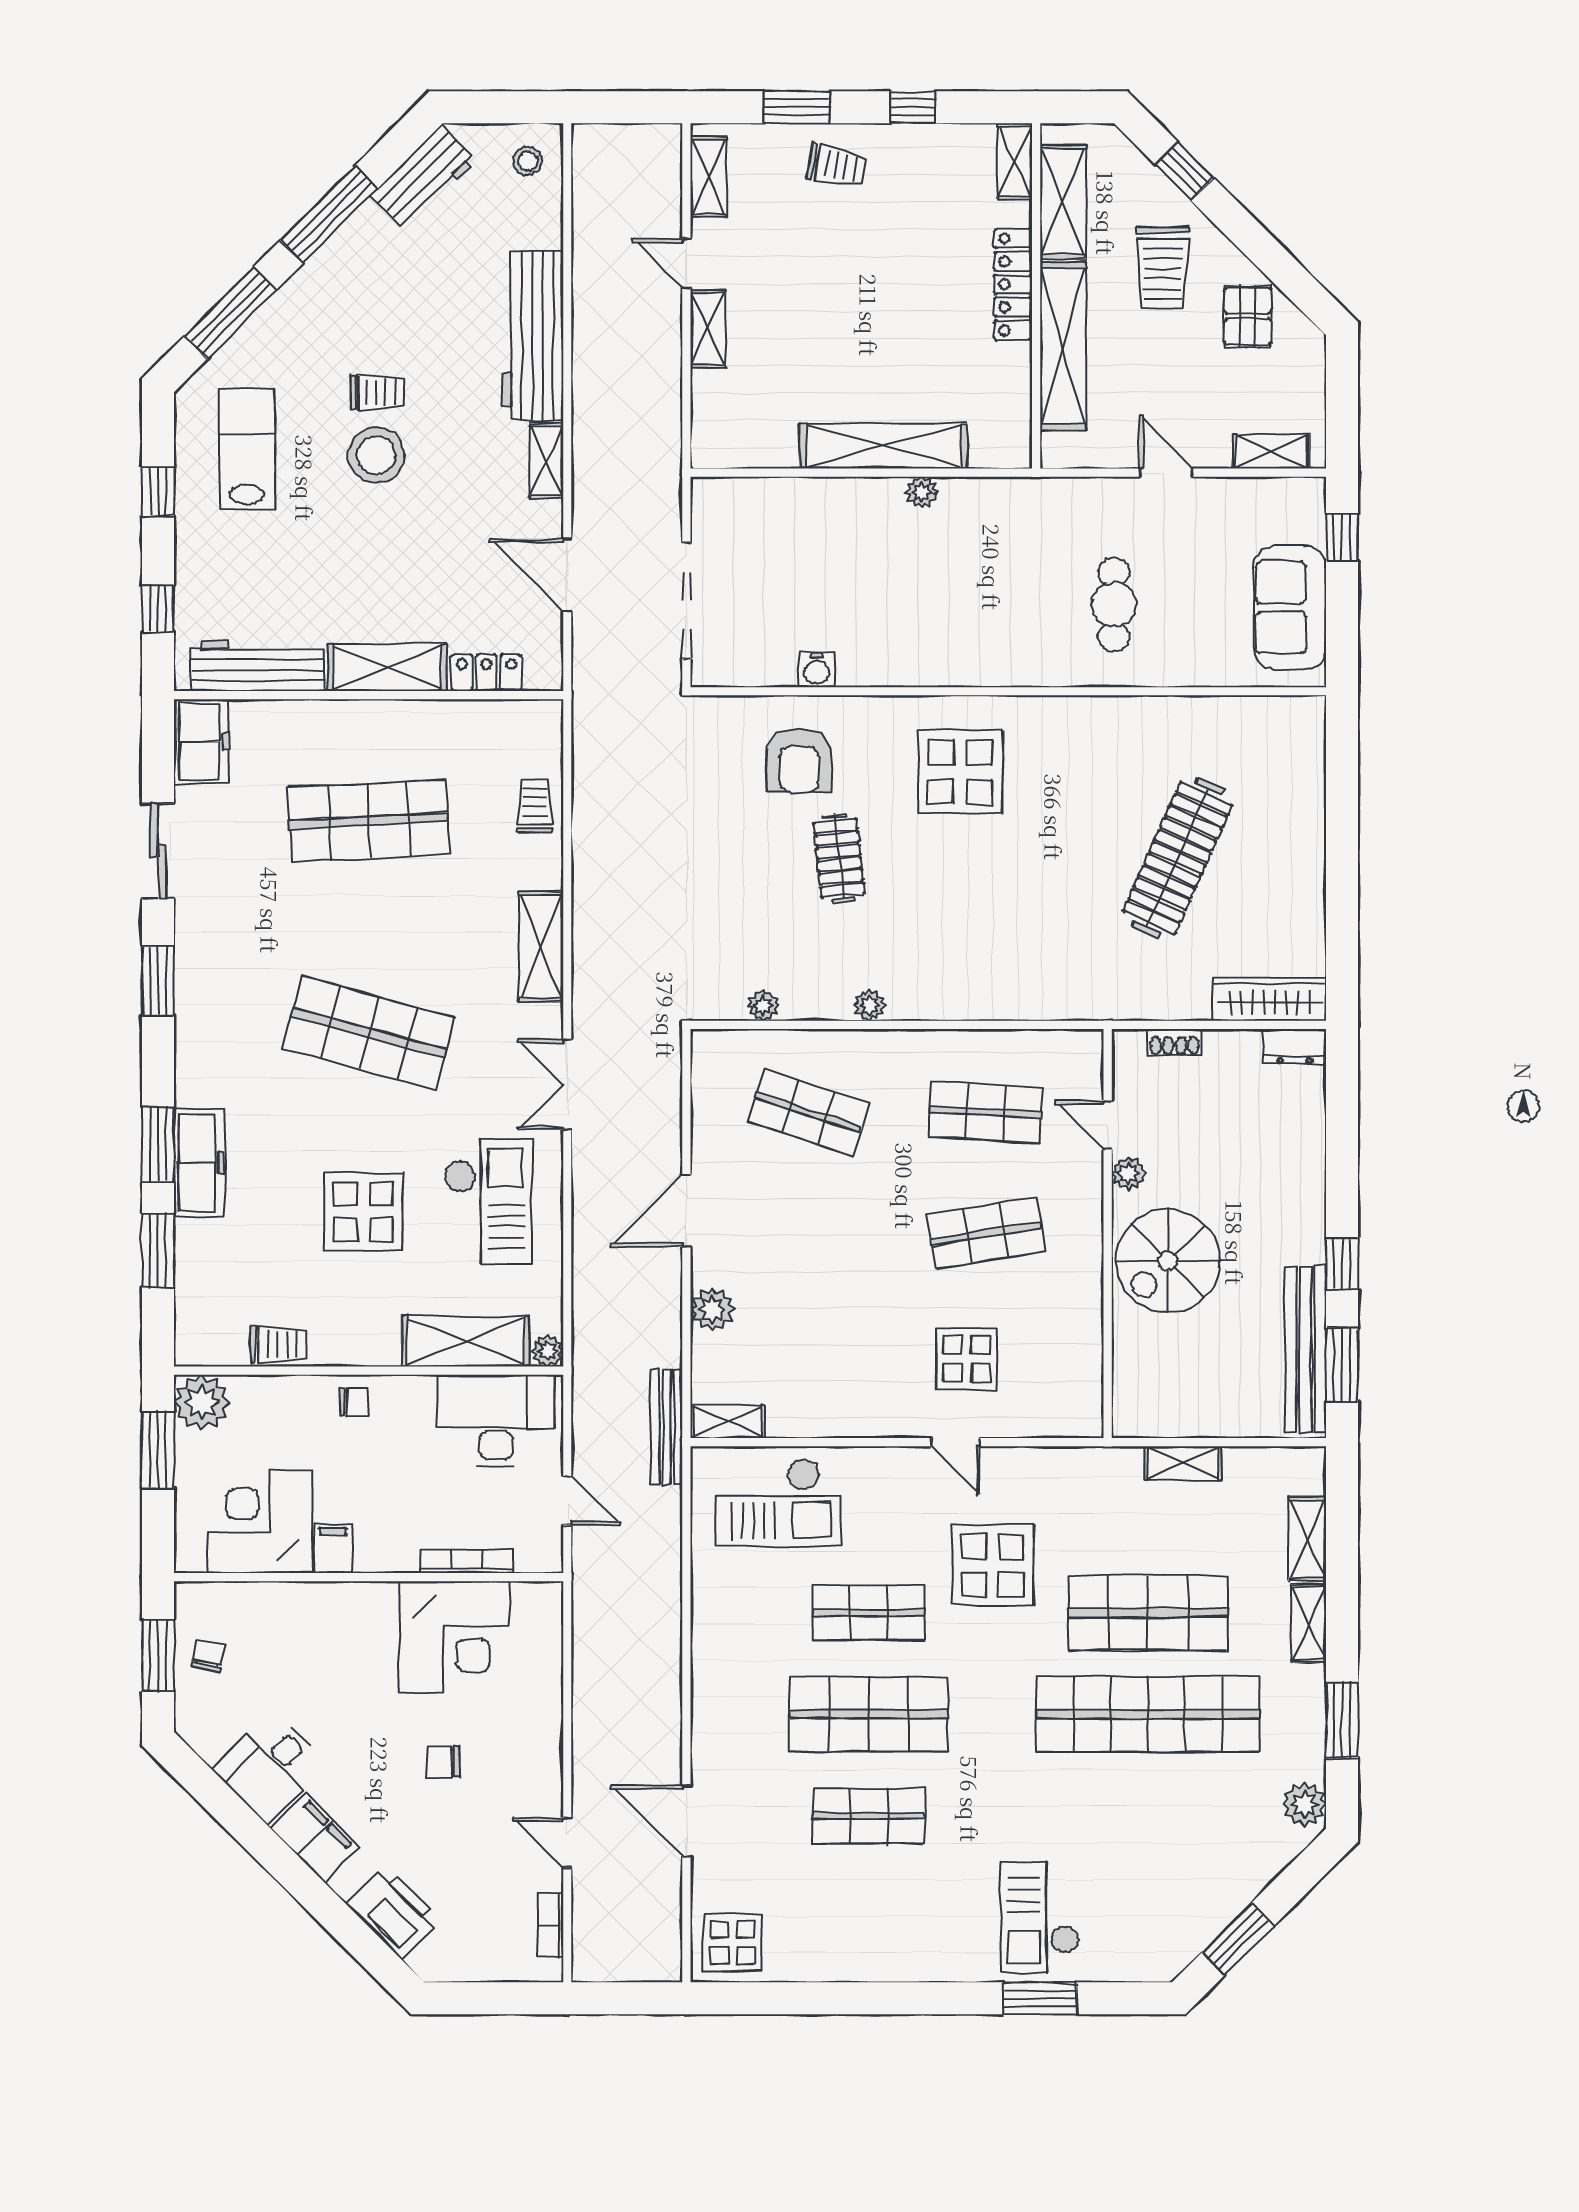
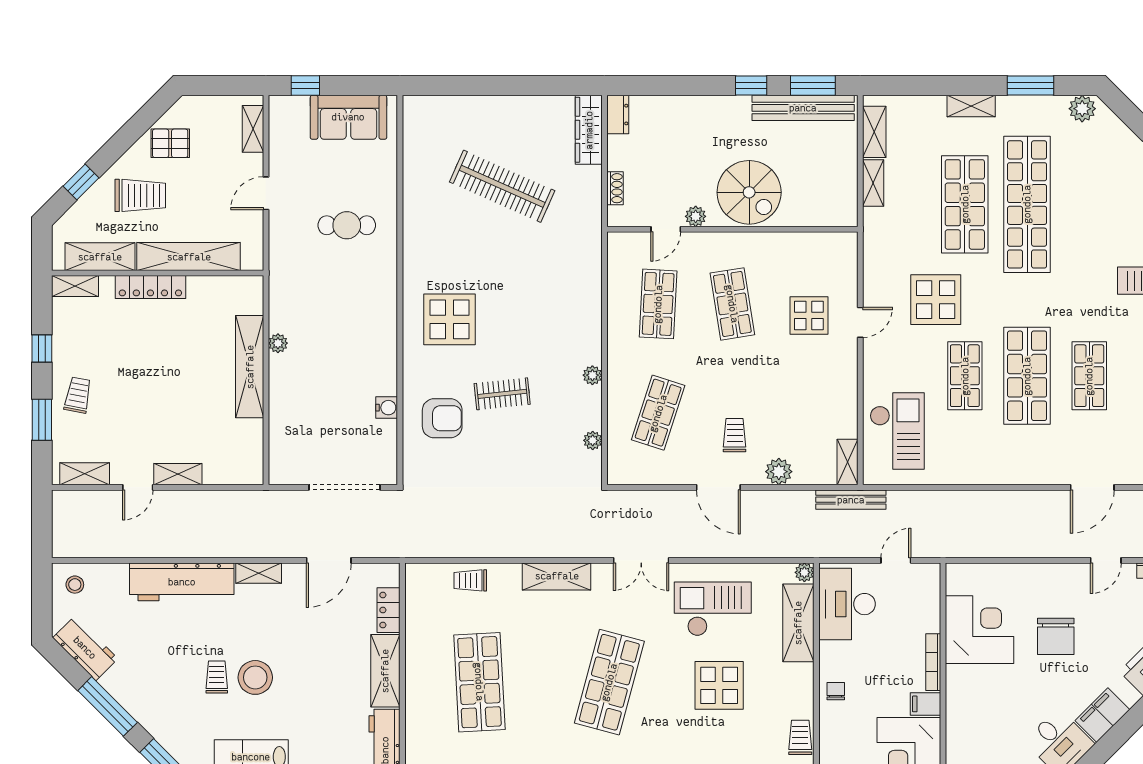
trolley: (772, 1237) -> (735, 435), added
shelving: (1307, 1539) -> (874, 132), moved, turned 90
bookcase: (467, 1561) -> (933, 662), moved
chair: (443, 1761) -> (1056, 636), width x1.87, depth x1.87

